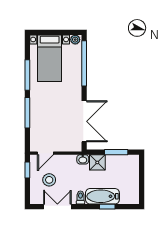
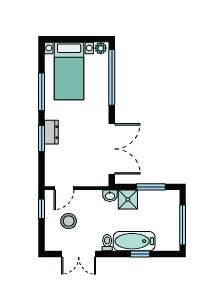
dresser: (35, 108) -> (51, 132), added
window: (27, 113) -> (42, 138), width x0.69
window: (142, 183) -> (183, 225), added
double door: (57, 207) -> (79, 254), swing flipped

